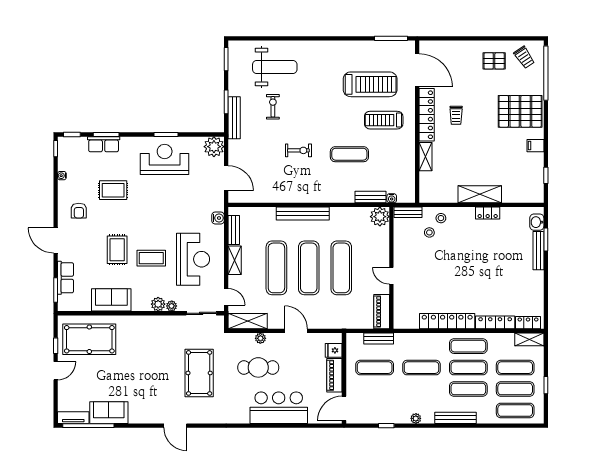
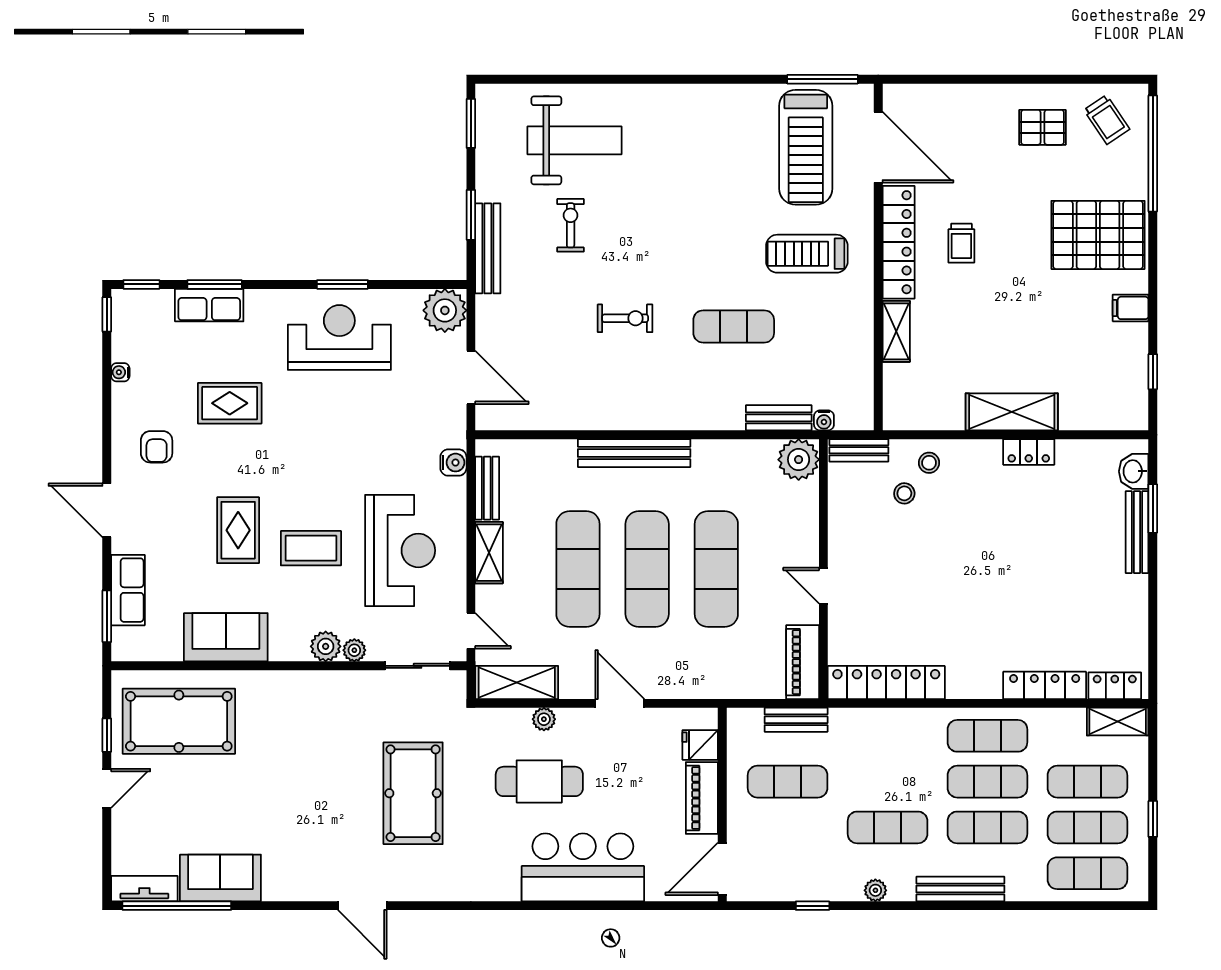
treadmill: (370, 84) -> (806, 147), moved, turned 90
locker: (447, 321) -> (886, 682), moved
exercise mat: (421, 368) -> (888, 827), moved

